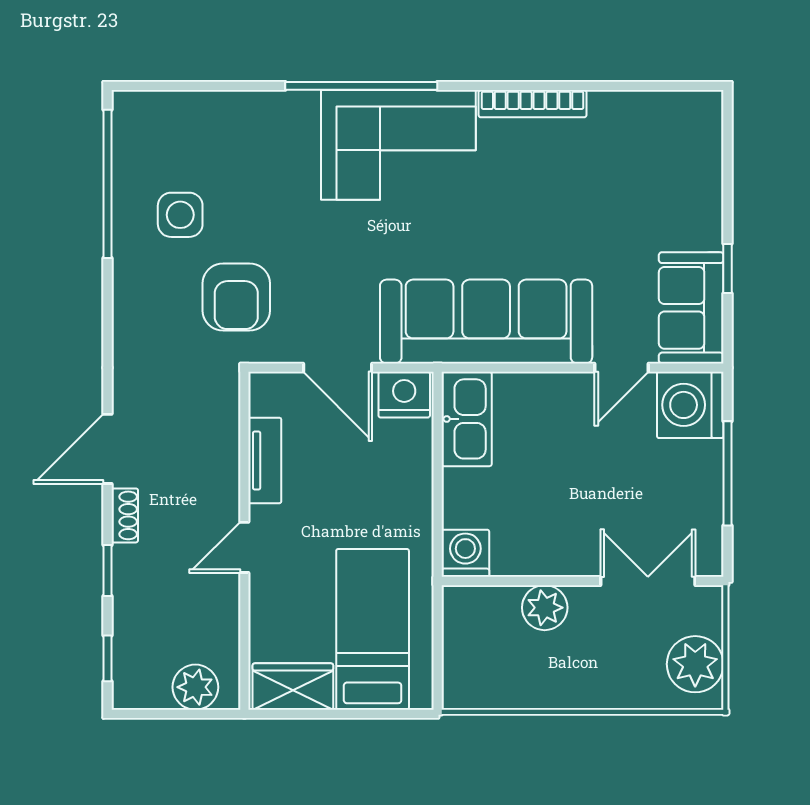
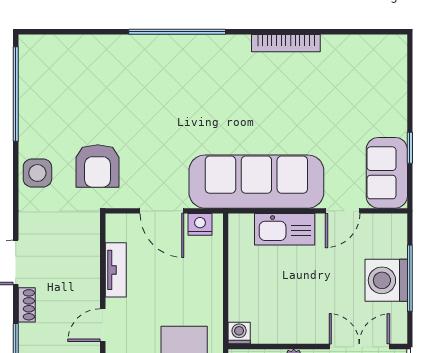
corner sofa: (398, 145) -> (201, 69), removed
side table: (180, 215) -> (37, 173), moved
nightstand: (404, 395) -> (200, 224), width x0.74, depth x0.75
washing machine: (690, 405) -> (386, 280), moved
kitchen sink: (467, 419) -> (285, 229), moved, turned 90
washing machine: (465, 553) -> (239, 333), width x0.73, depth x0.73

